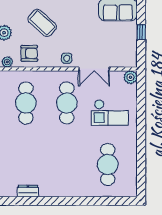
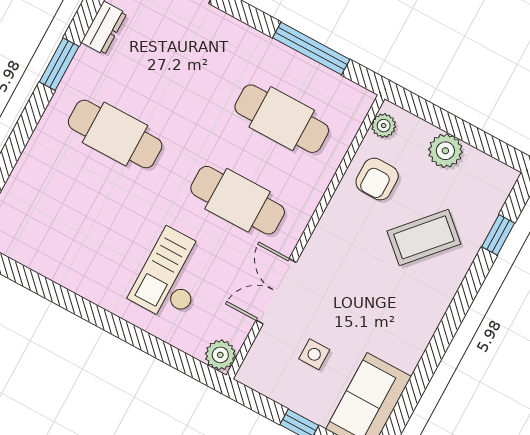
side table: (67, 58) -> (314, 354), moved
cafe table: (108, 164) -> (115, 134), moved
window: (51, 201) -> (59, 64), added

